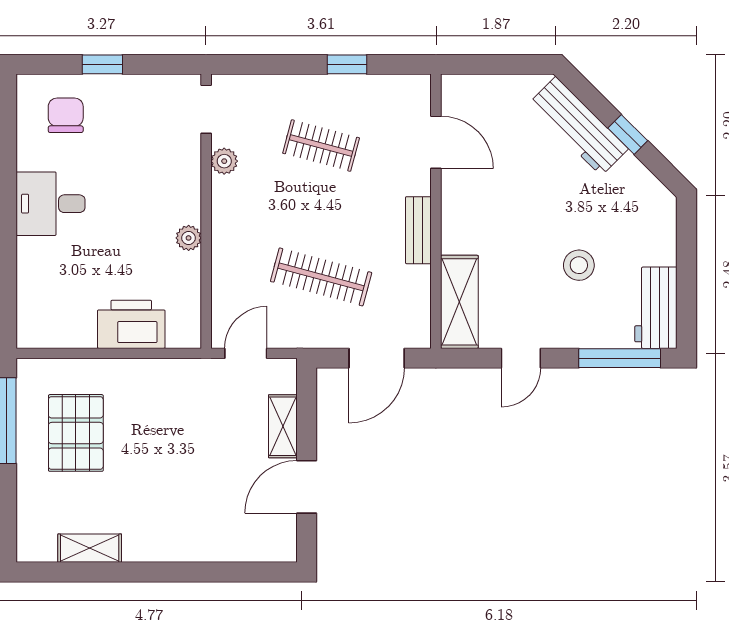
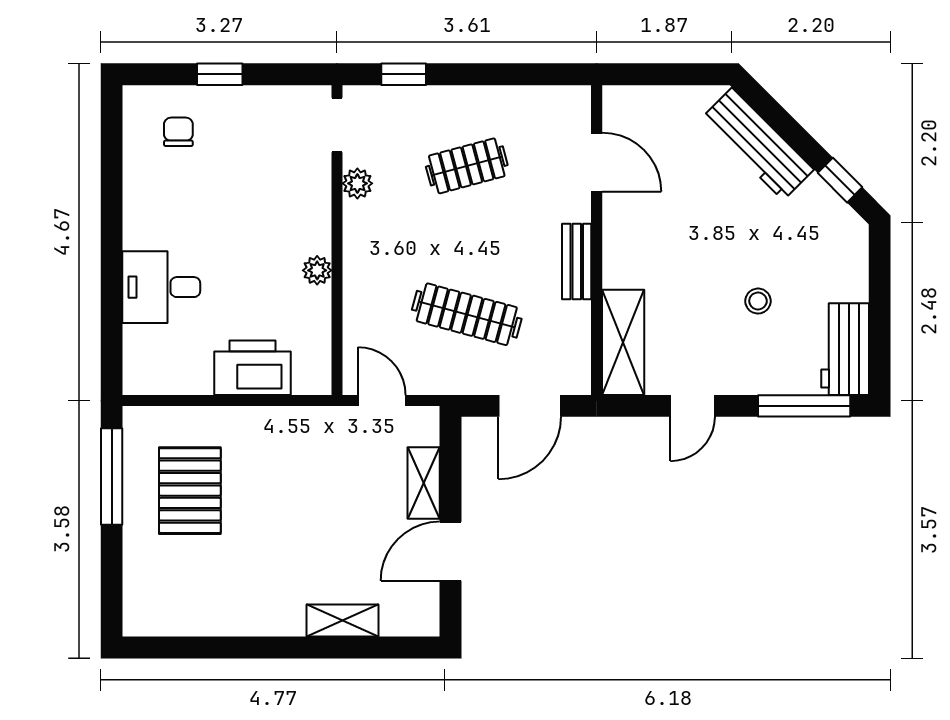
window: (347, 64) -> (404, 74), moved
chair: (66, 115) -> (178, 132), width x0.73, depth x0.73
window: (628, 134) -> (840, 180), moved
clothes rail: (321, 146) -> (467, 166), turned -30
desk: (50, 204) -> (161, 287), moved
stool: (579, 265) -> (758, 301), width x0.73, depth x0.73
door: (246, 353) -> (382, 401), hinge flipped
shelving: (90, 548) -> (343, 621), moved

